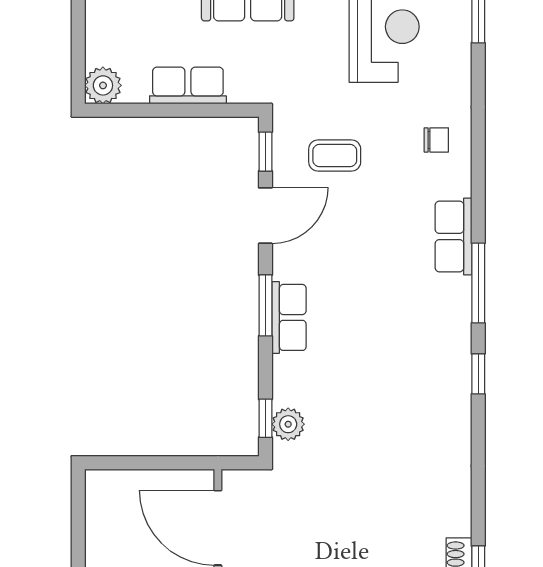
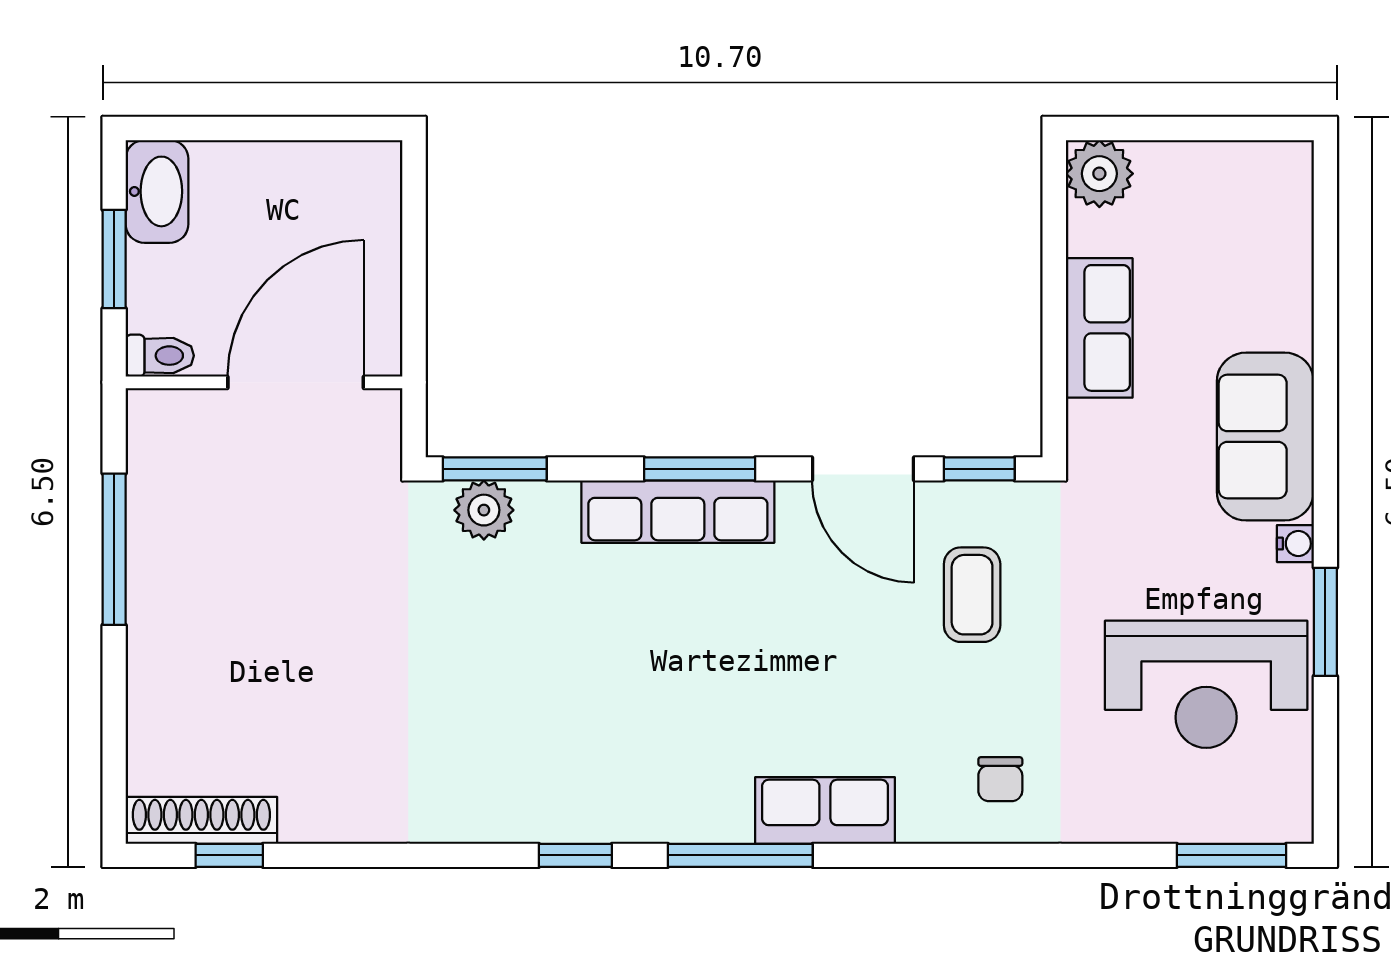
row of seats: (289, 317) -> (678, 512), width x1.48
window: (265, 418) -> (495, 469), width x1.50

